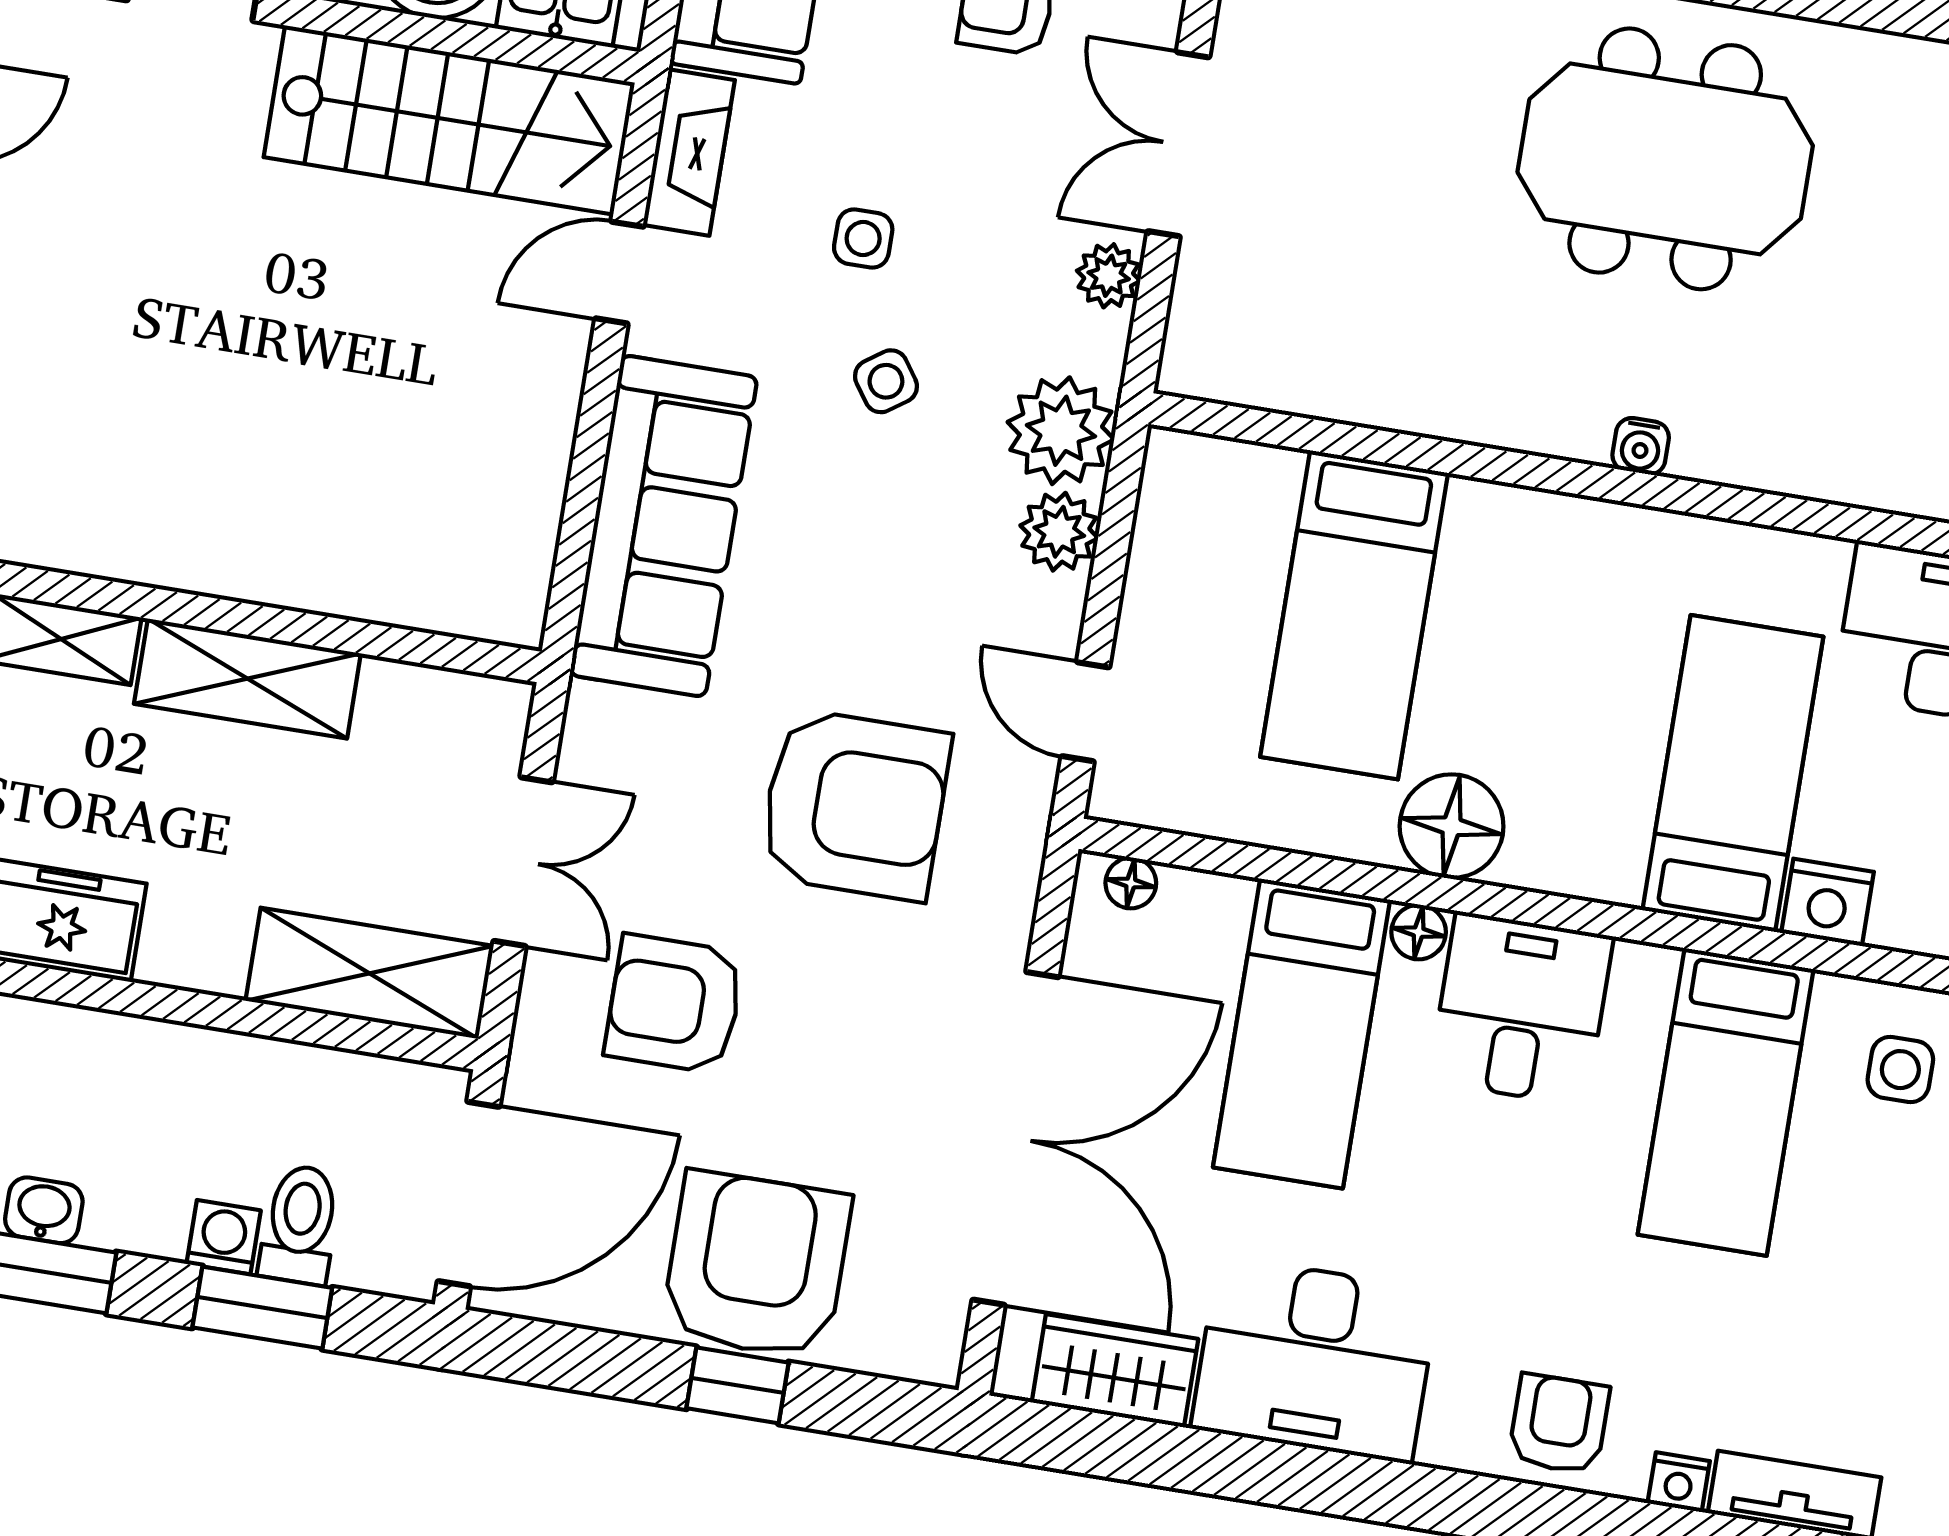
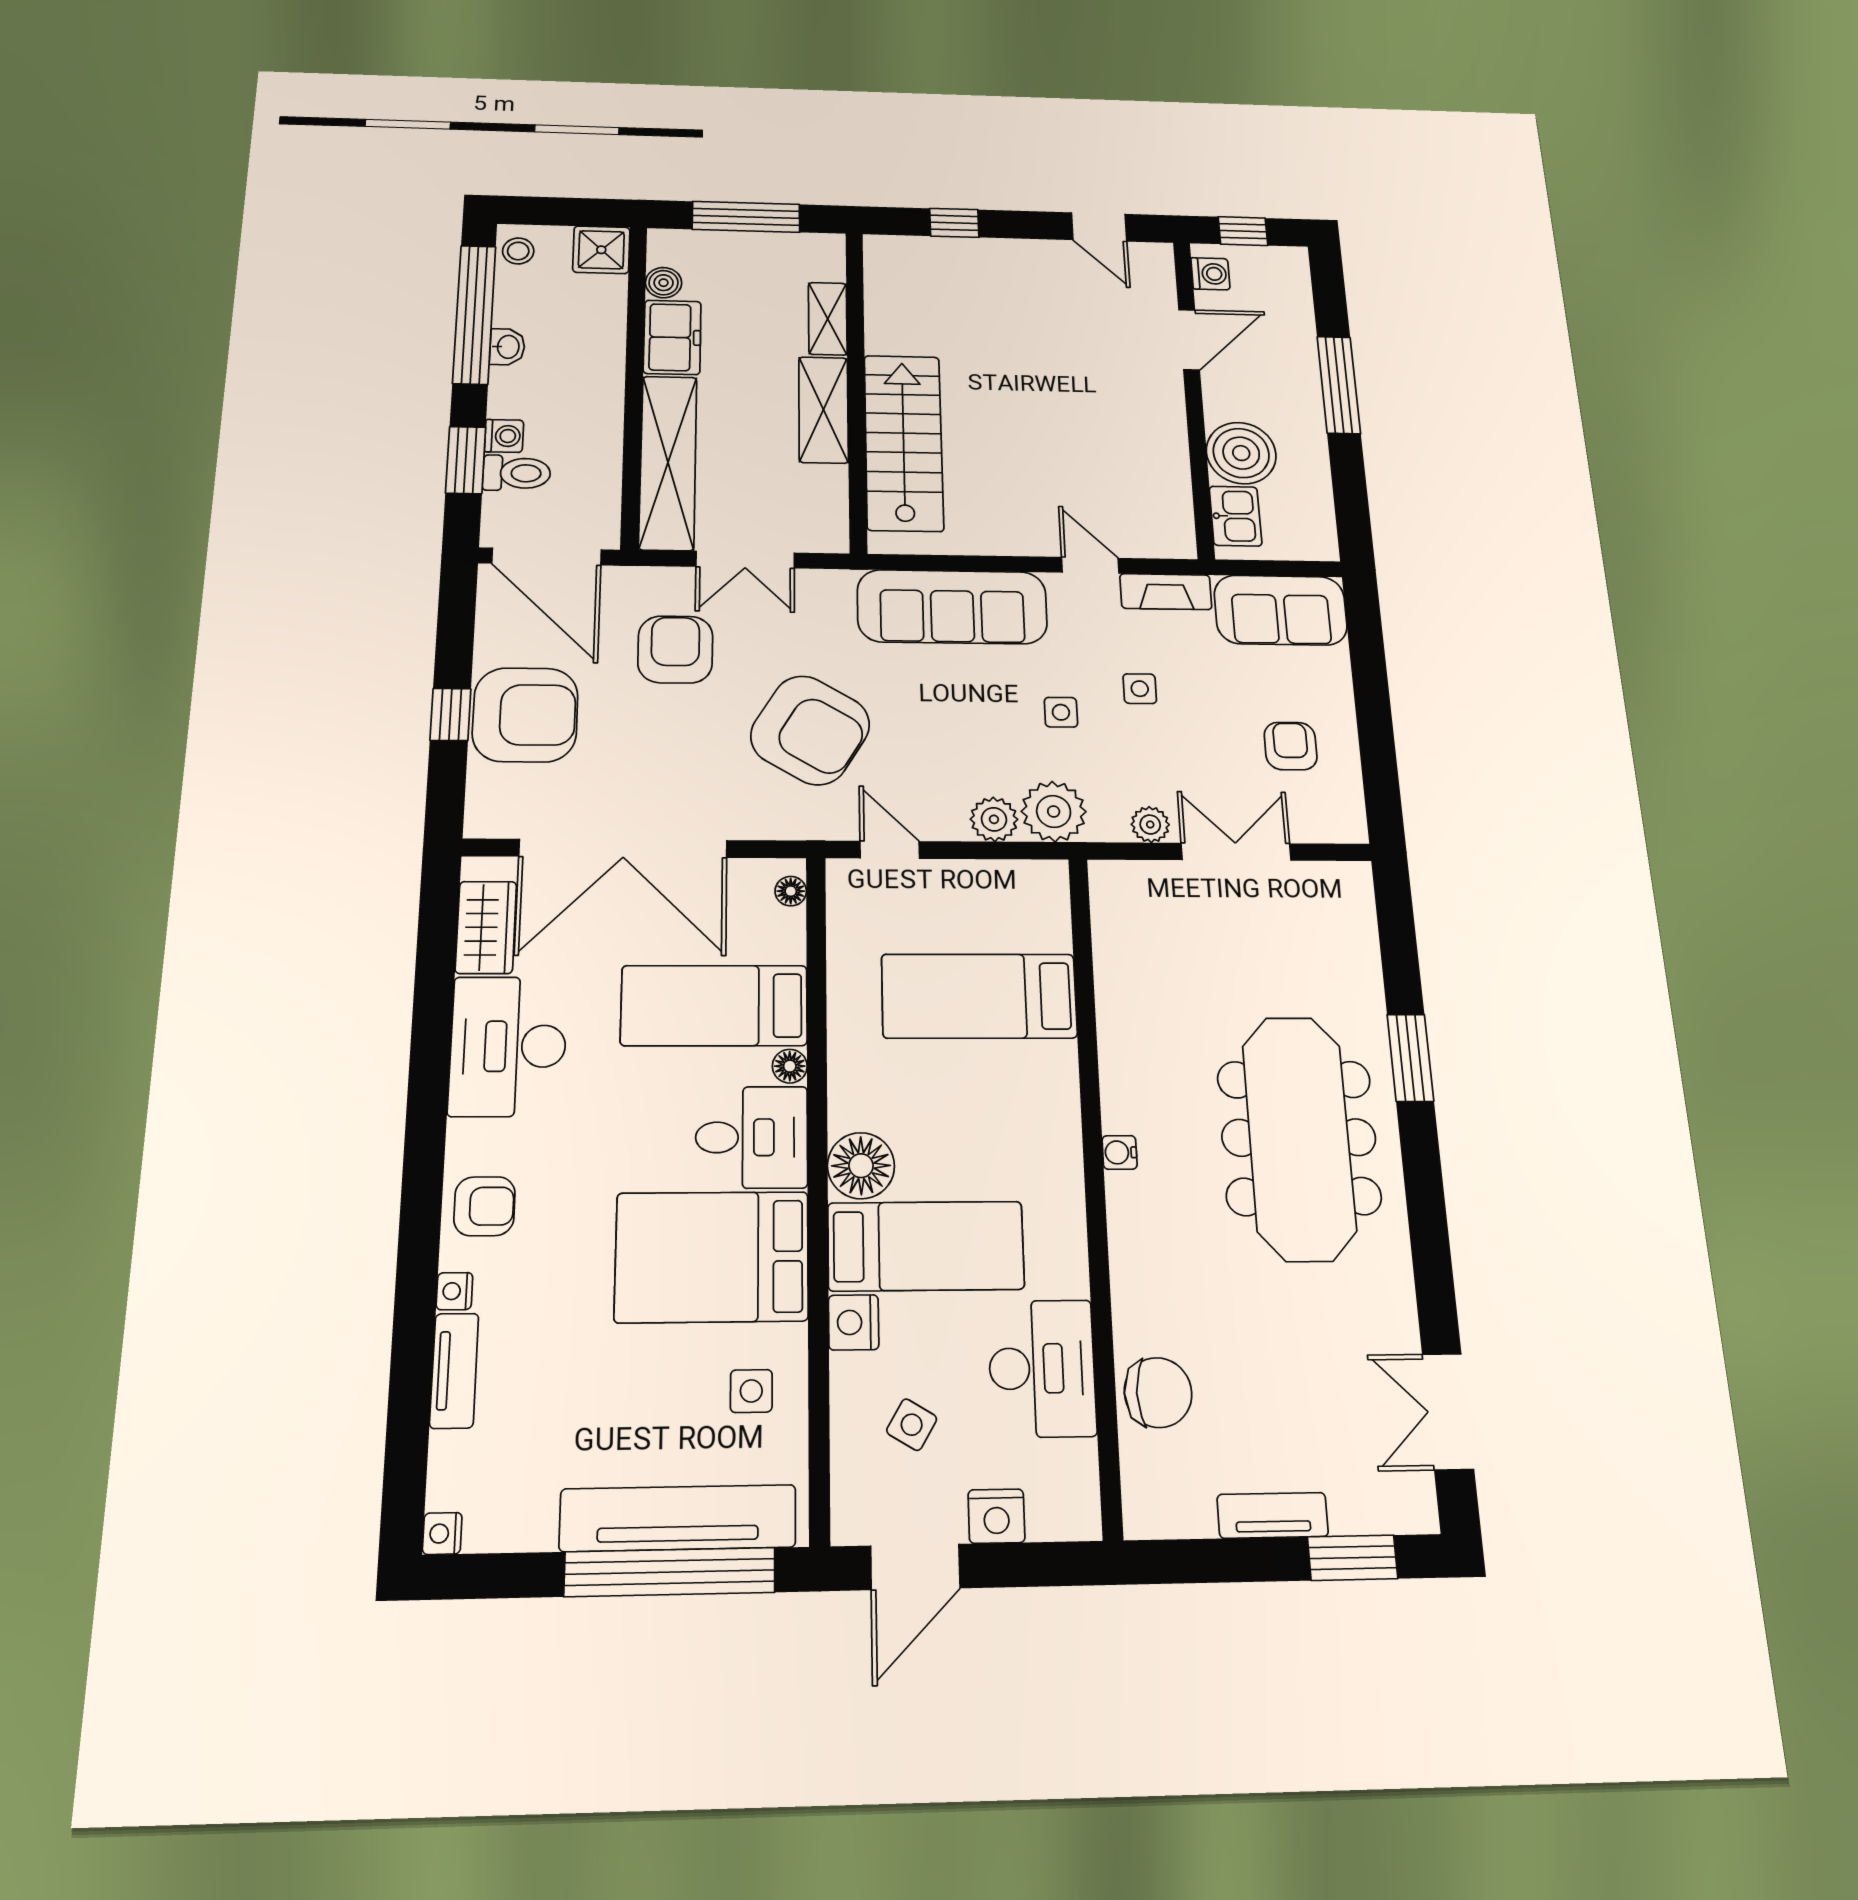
stairs: (449, 120) -> (904, 442), moved, turned 180
meeting table: (1665, 159) -> (1299, 1138), width x1.36
side table: (886, 381) -> (1061, 712), turned 35
door: (1085, 712) -> (890, 850), hinge flipped
armchair: (855, 805) -> (810, 730), turned -59
floor lamp: (1452, 826) -> (861, 1166), moved
shelving: (369, 973) -> (668, 462), width x1.47
bed: (1726, 1102) -> (712, 1257), width x1.50

